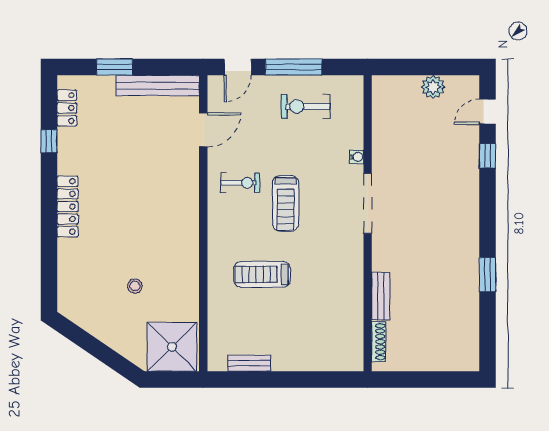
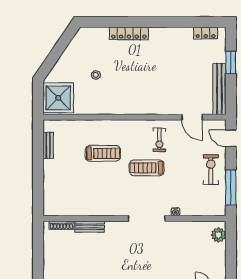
window: (294, 67) -> (231, 187), moved
plant: (433, 87) -> (218, 235), moved
exercise bike: (306, 107) -> (211, 170), moved
window: (49, 141) -> (185, 22), removed
locker: (68, 207) -> (129, 33), moved
treadmill: (262, 274) -> (103, 153), turned 90

